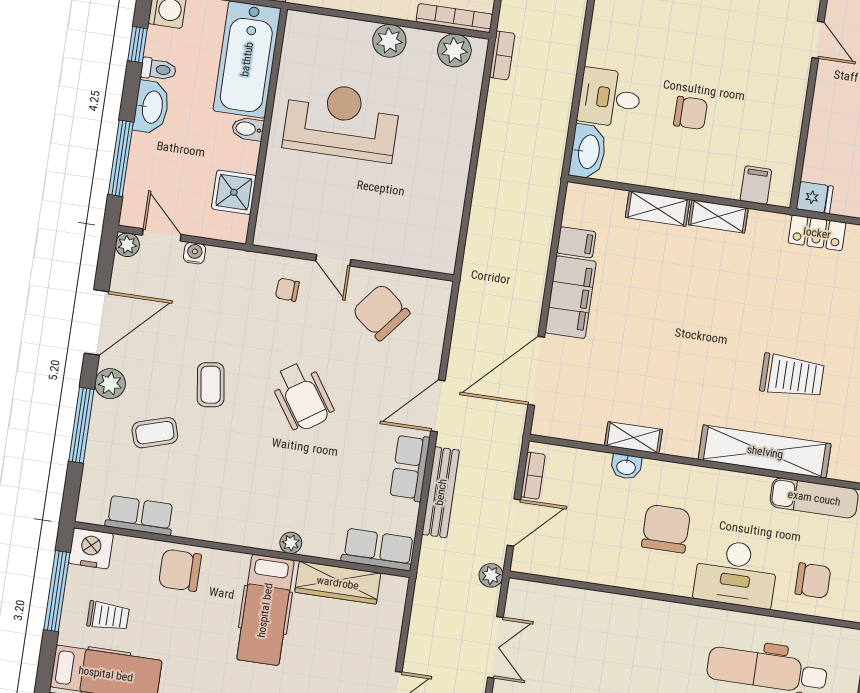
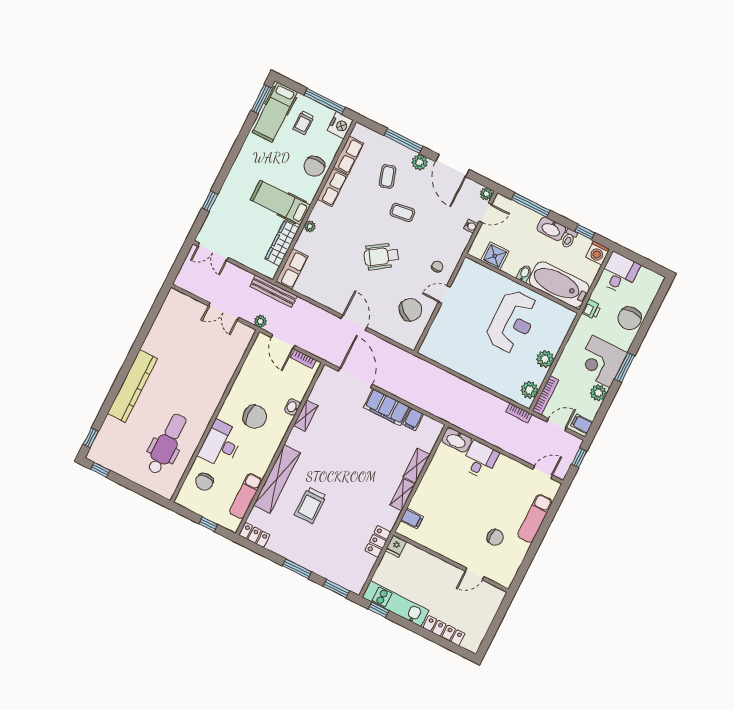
chair: (691, 113) -> (495, 537), moved, turned -90
row of seats: (410, 468) -> (332, 187), moved, turned 90
bench: (441, 492) -> (273, 291), moved
chair: (180, 570) -> (314, 166), turned 180

